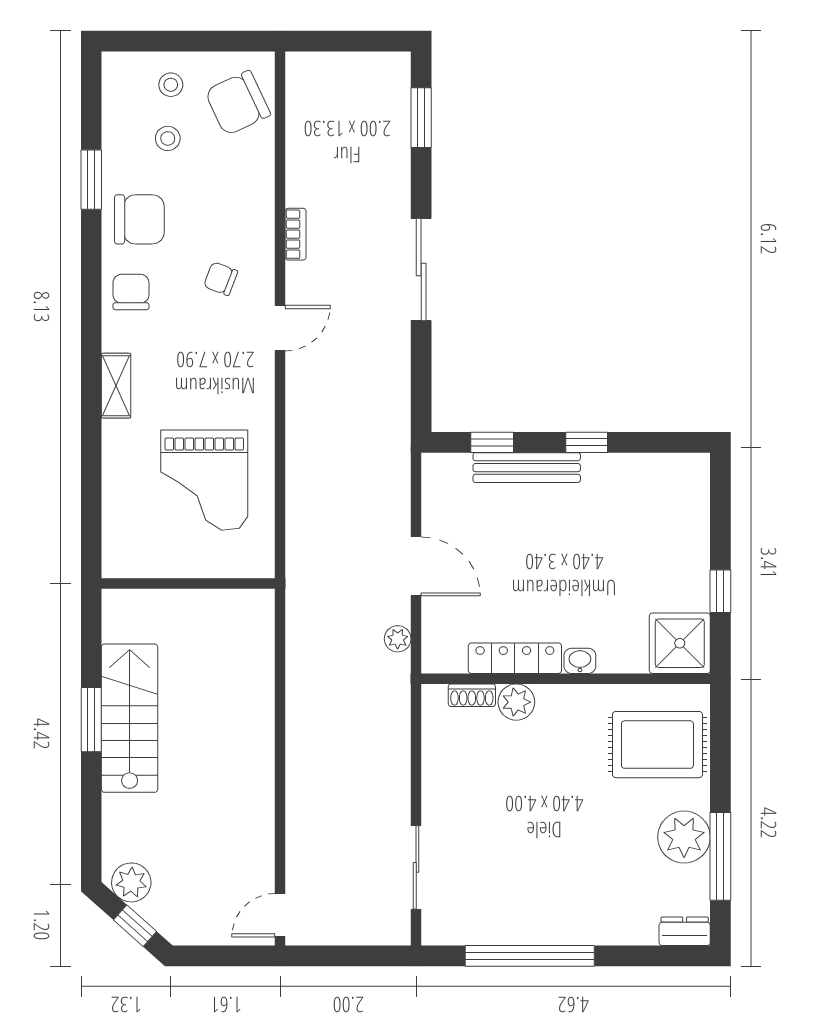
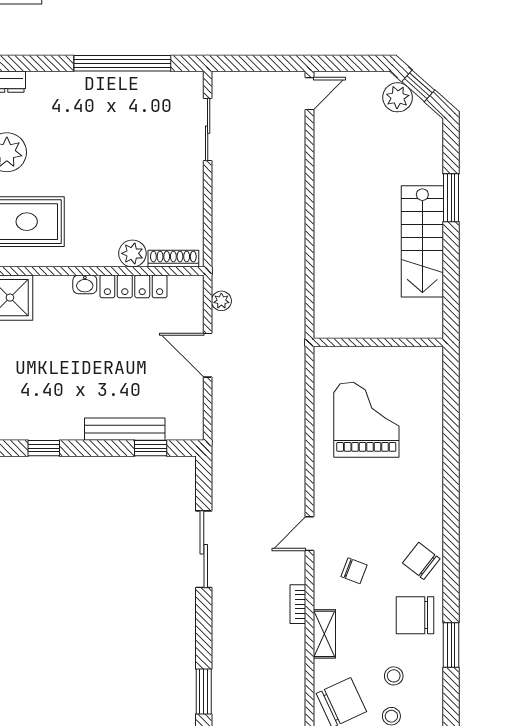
sliding door: (421, 270) -> (204, 549), moved
chair: (131, 292) -> (421, 561), turned 128
shelving: (116, 386) -> (324, 634), moved
window: (587, 442) -> (44, 448), moved
shoe rack: (472, 695) -> (173, 259), width x1.43
window: (91, 720) -> (451, 198), moved
plant: (131, 882) -> (398, 97), moved

